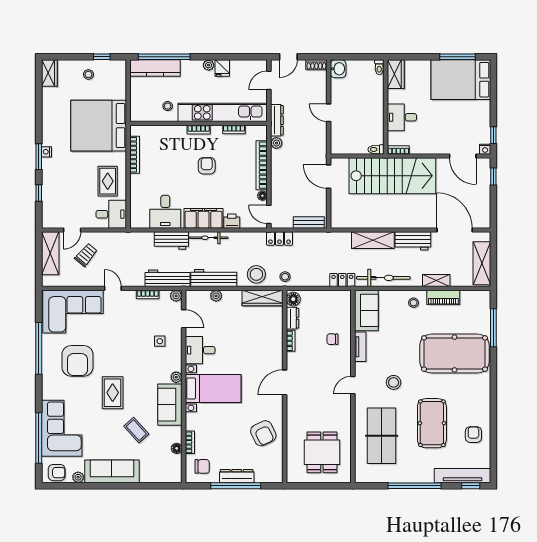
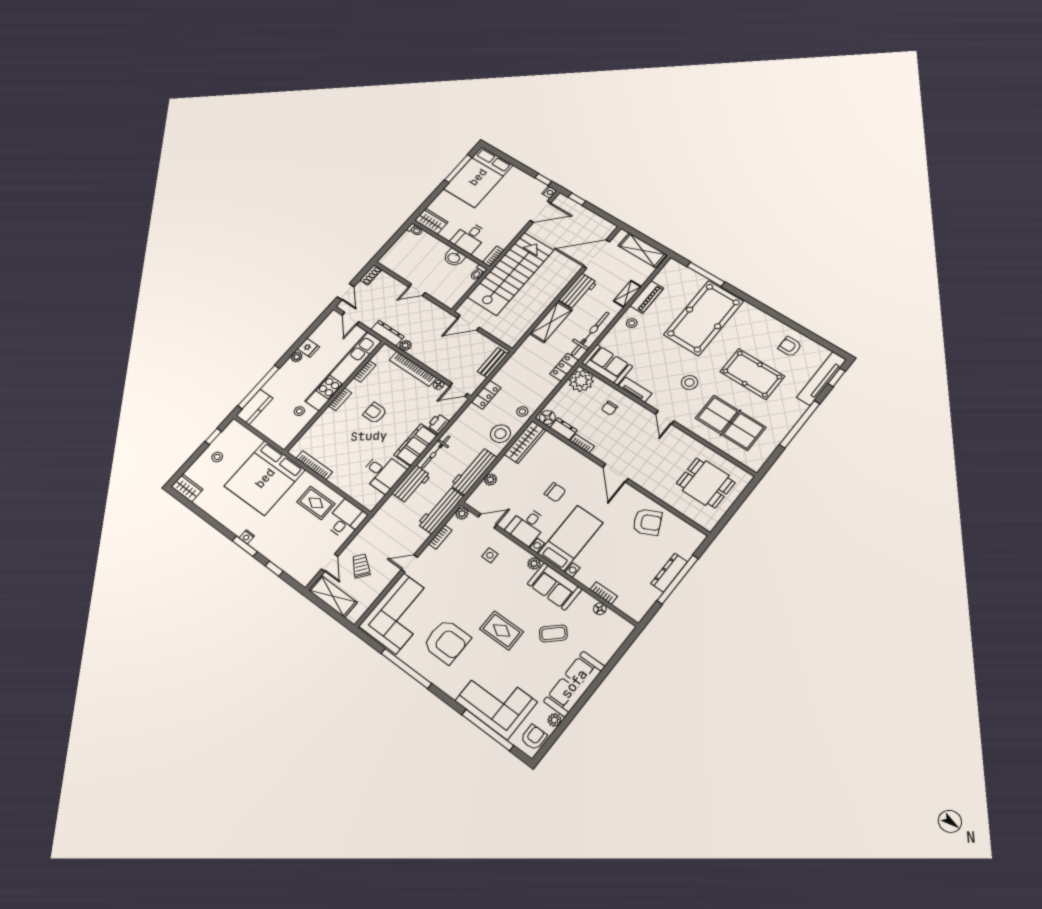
kitchen counter: (155, 68) -> (255, 407), width x0.67
washbasin: (338, 69) -> (454, 258), moved, turned 180
plant: (340, 301) -> (581, 381), added
chair: (202, 466) -> (555, 492), moved, turned 90

